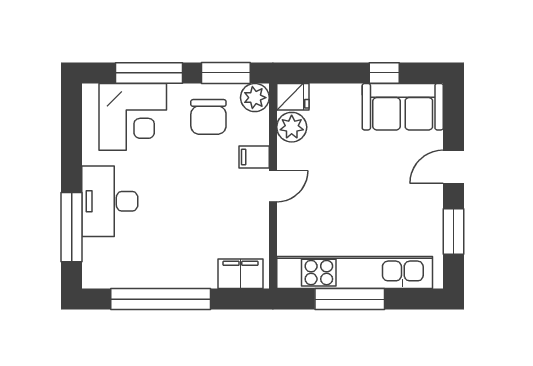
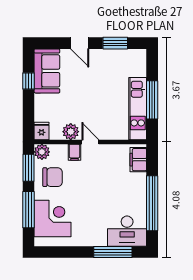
plant: (292, 127) -> (71, 132), moved
desk: (110, 201) -> (127, 231), moved
kitchen unit: (355, 273) -> (138, 109), width x0.73

